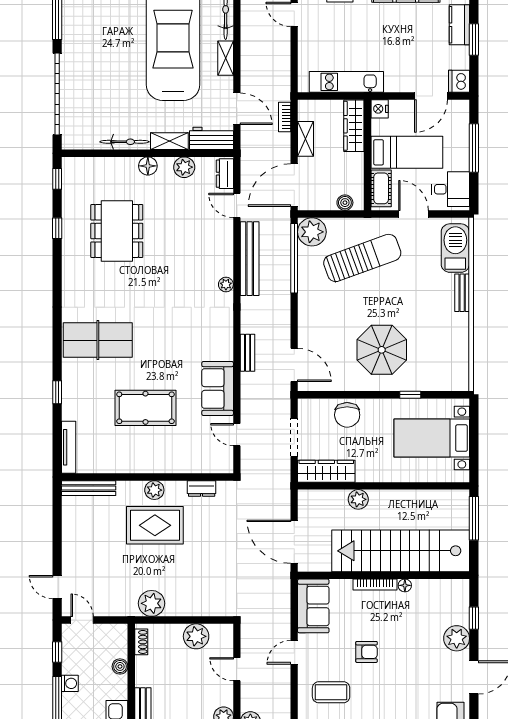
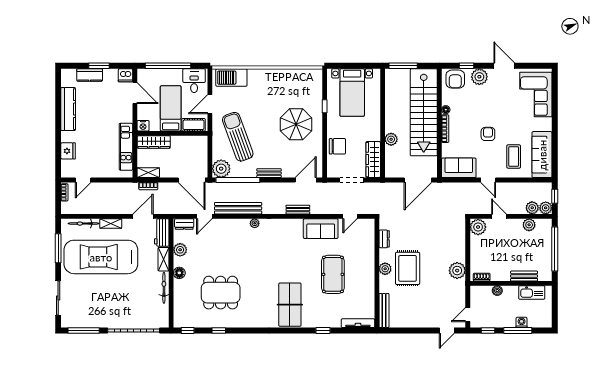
shelving: (306, 139) -> (148, 173), moved
window: (474, 148) -> (168, 66), width x1.46
boiler: (345, 203) -> (203, 148), removed
bench: (462, 293) -> (269, 173), moved
armchair: (453, 600) -> (455, 79), added
plant: (196, 636) -> (478, 227), moved
door: (237, 669) -> (499, 216), swing flipped
washing machine: (70, 683) -> (522, 322), moved

